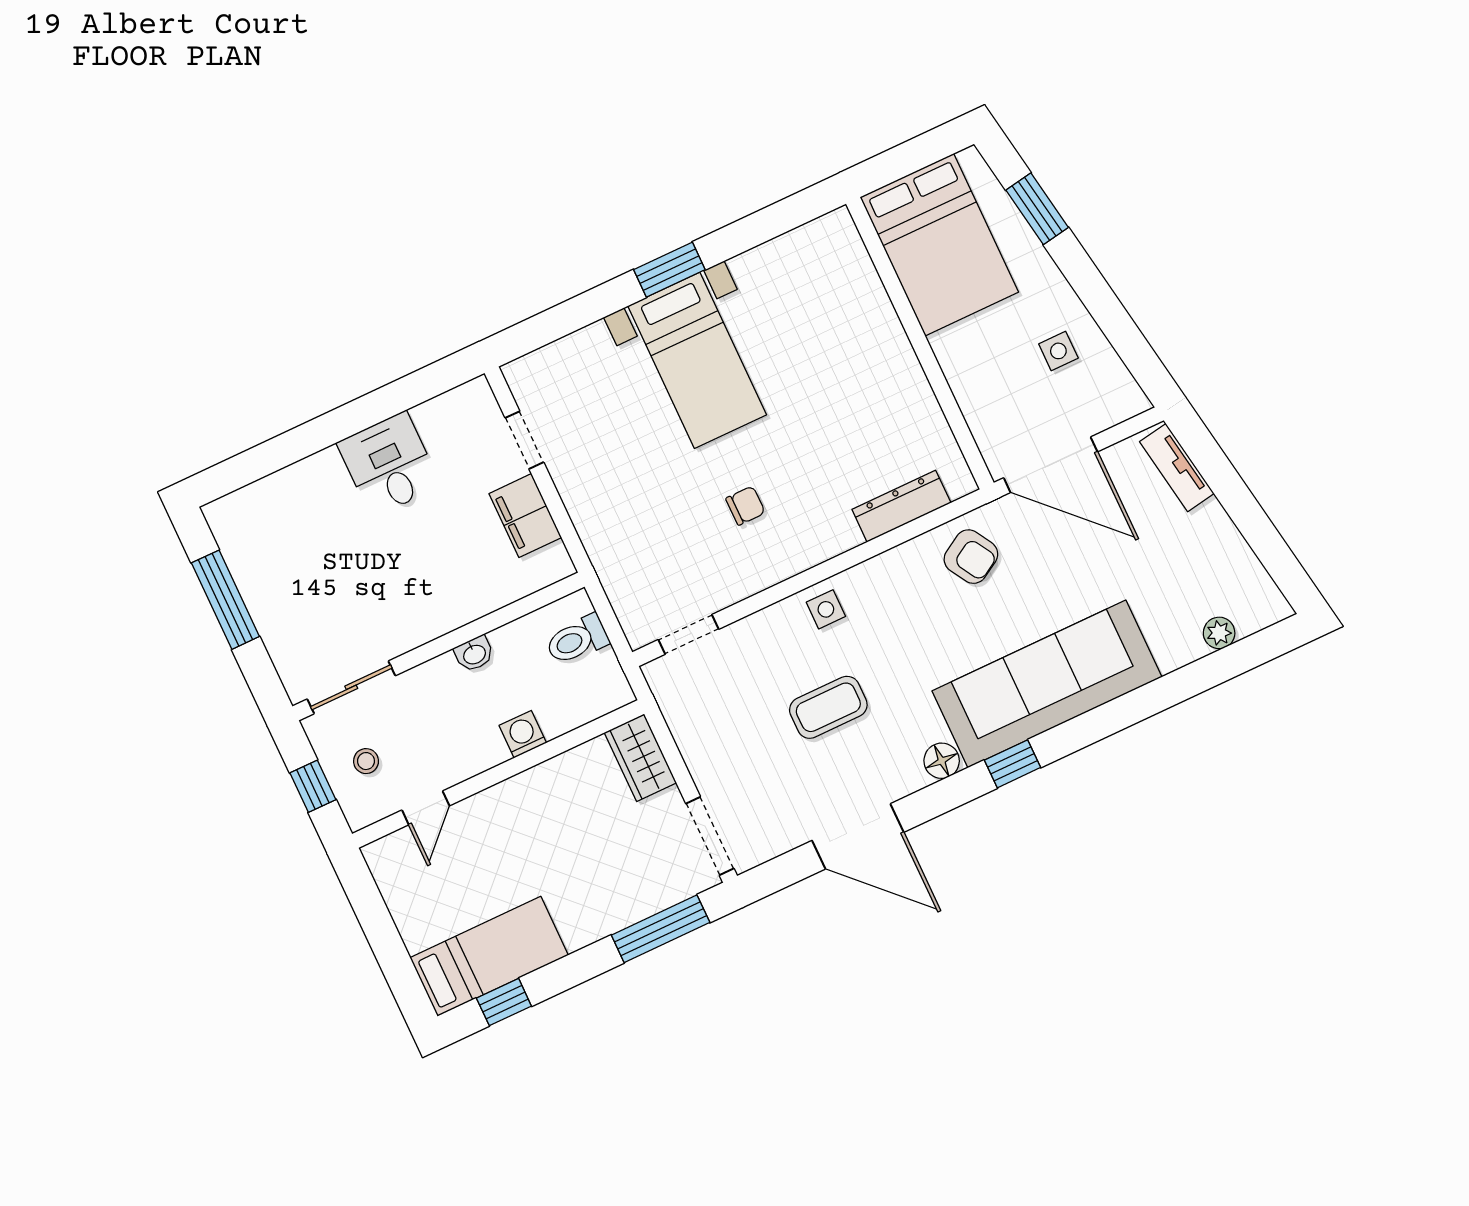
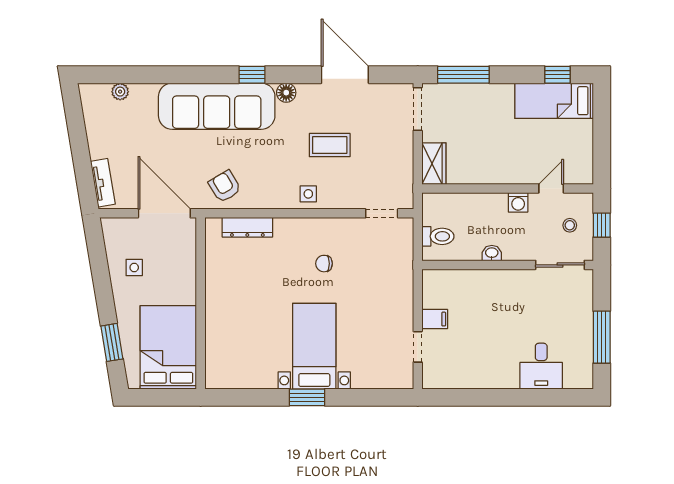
desk: (389, 464) -> (541, 366), moved
filing cabinet: (525, 516) -> (435, 319), width x0.50
washing machine: (523, 734) -> (518, 202), moved

